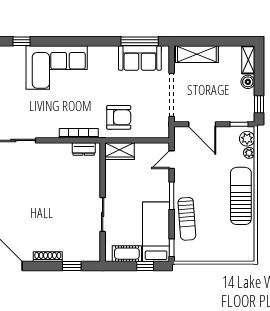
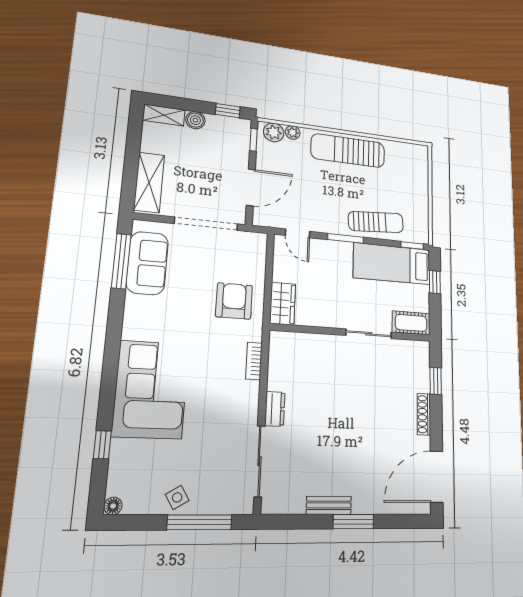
bookcase: (79, 133) -> (254, 361), width x0.64
dresser: (84, 149) -> (275, 409), moved
cot: (127, 254) -> (411, 323), moved, turned 90

